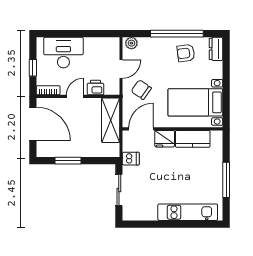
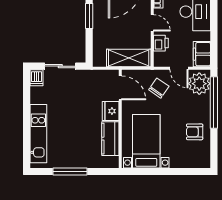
window: (177, 34) -> (214, 102), moved
plant: (131, 43) -> (199, 84), width x1.88, depth x1.88
filing cabinet: (107, 46) -> (202, 54), added
dresser: (216, 49) -> (199, 162), removed
armchair: (186, 53) -> (195, 132), turned -83
dishwasher: (131, 159) -> (36, 78), moved

